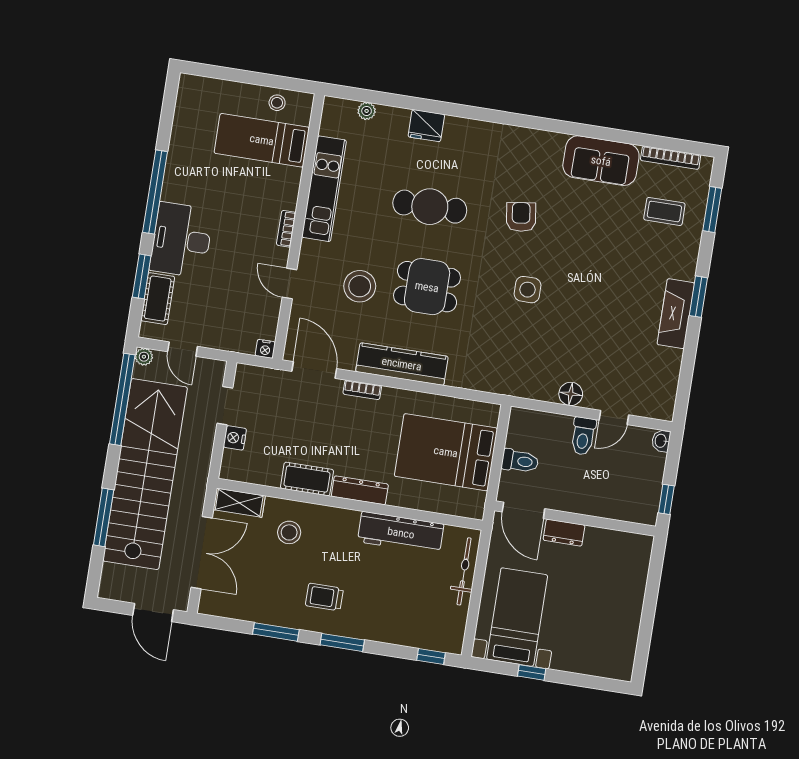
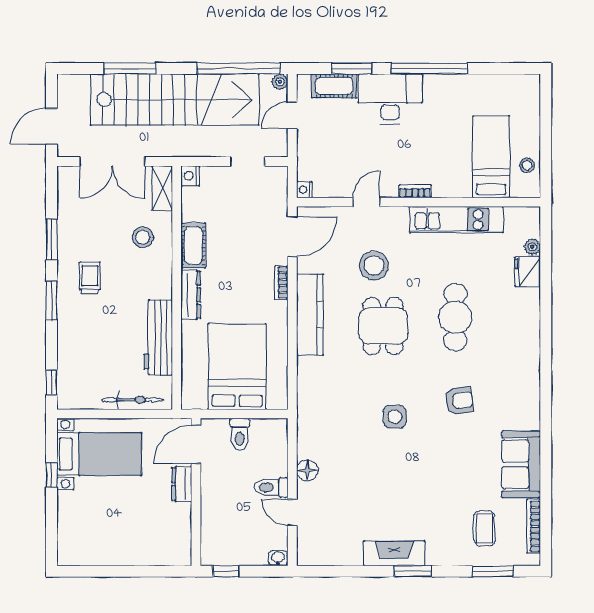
fridge: (426, 126) -> (528, 272), moved
nightstand: (235, 438) -> (190, 176), moved, turned -90

